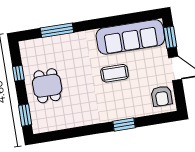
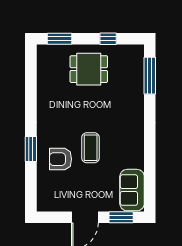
window: (57, 30) -> (150, 76), moved
sofa: (130, 37) -> (132, 190), width x0.54, depth x0.79
armchair: (162, 96) -> (60, 159), moved

